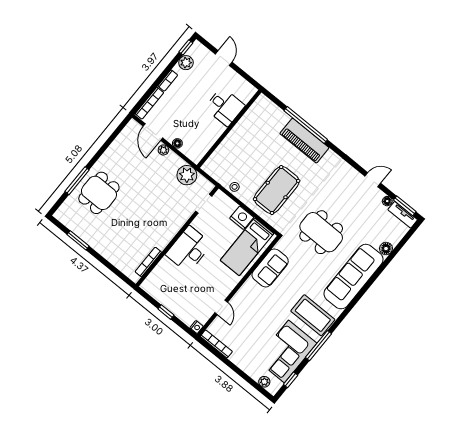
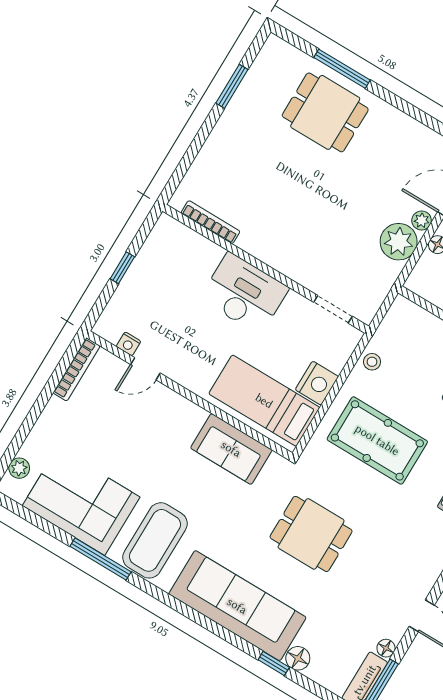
plant: (187, 175) -> (399, 242), moved
dining table: (321, 232) -> (311, 534), width x0.73
nightstand: (196, 327) -> (128, 344), moved
window: (291, 380) -> (274, 663), moved

